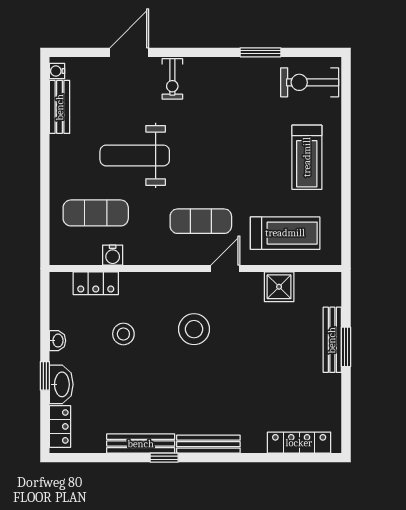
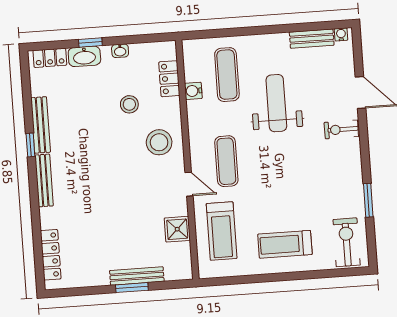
stool: (194, 329) -> (159, 142), moved

